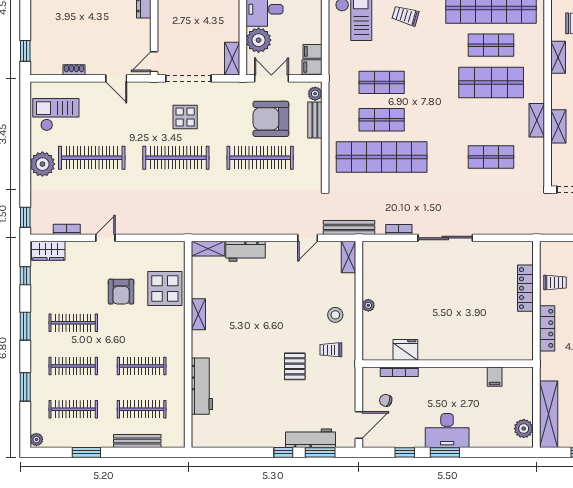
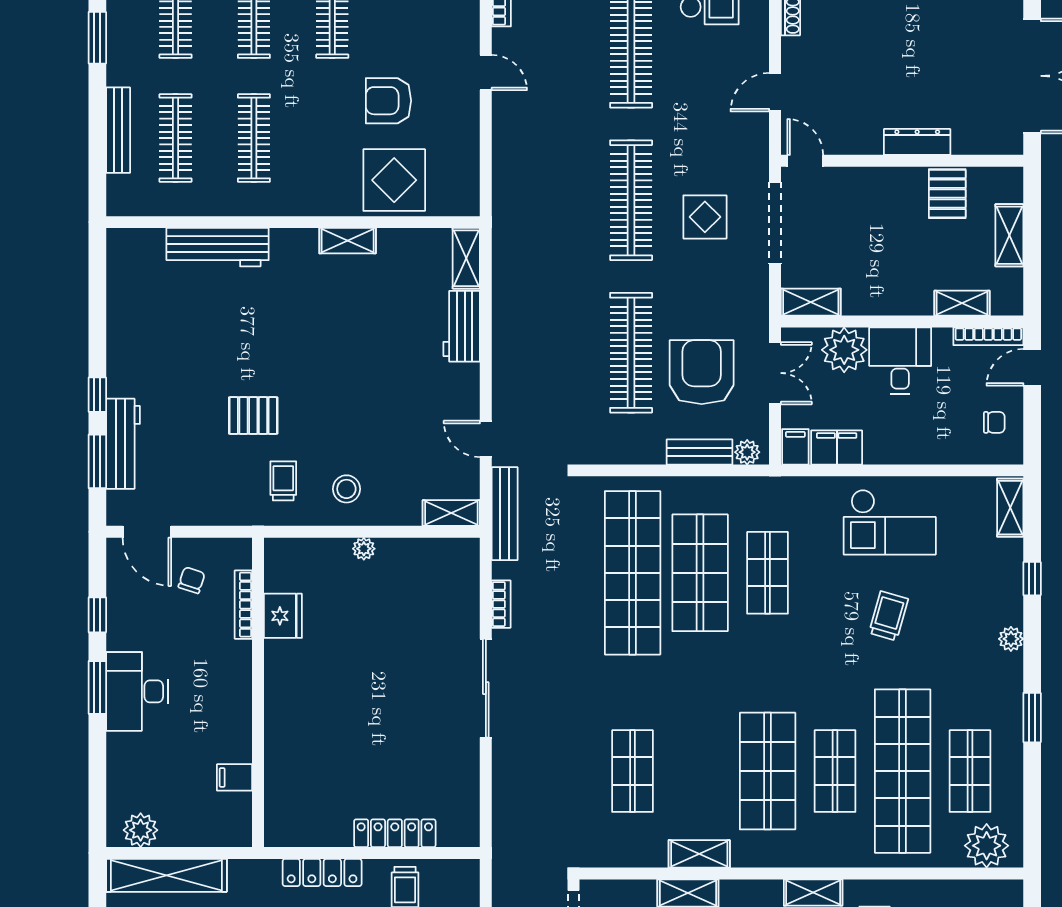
filing cabinet: (312, 51) -> (837, 447), width x2.00
shop shelf: (382, 120) -> (700, 573), width x1.43, depth x1.36

